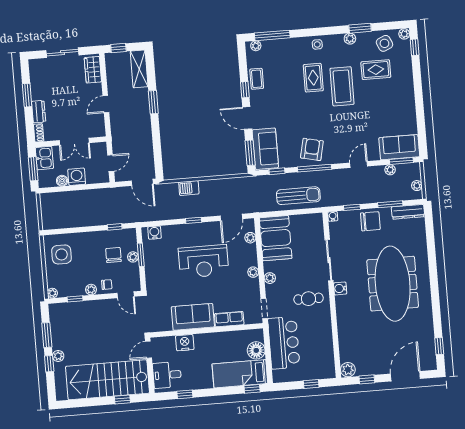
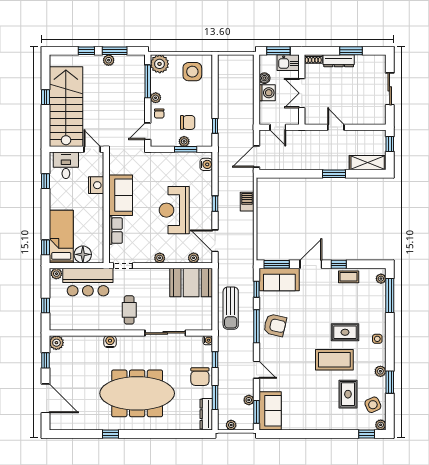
wardrobe: (93, 70) -> (371, 117), removed
dresser: (39, 112) -> (339, 61), width x1.44
plant: (270, 278) -> (56, 274), moved
water cooler: (340, 288) -> (110, 342), moved
plant: (52, 293) -> (160, 64), width x1.88, depth x1.88
window: (75, 299) -> (148, 81), width x2.17
window: (439, 346) -> (110, 434), moved
plant: (58, 356) -> (109, 60), moved
window: (122, 400) -> (45, 97), moved

